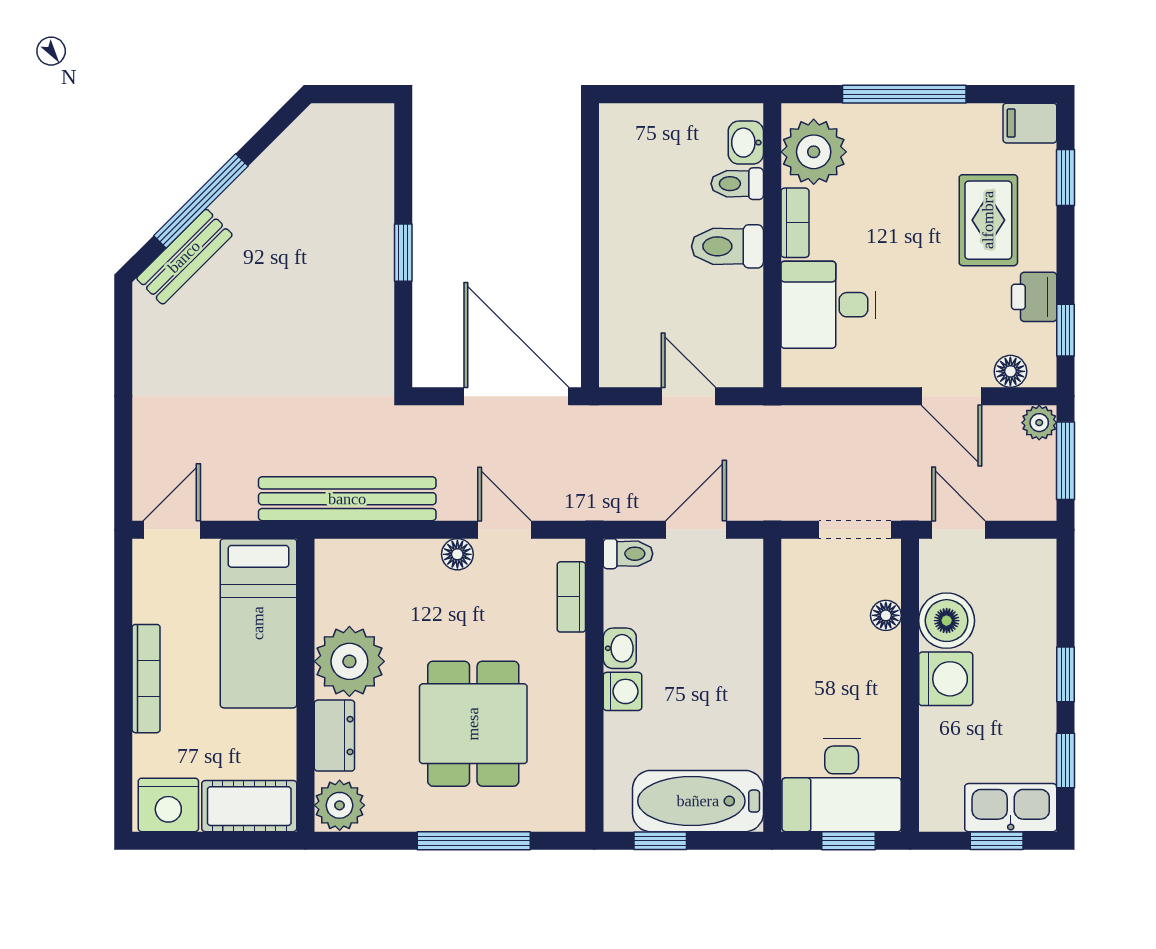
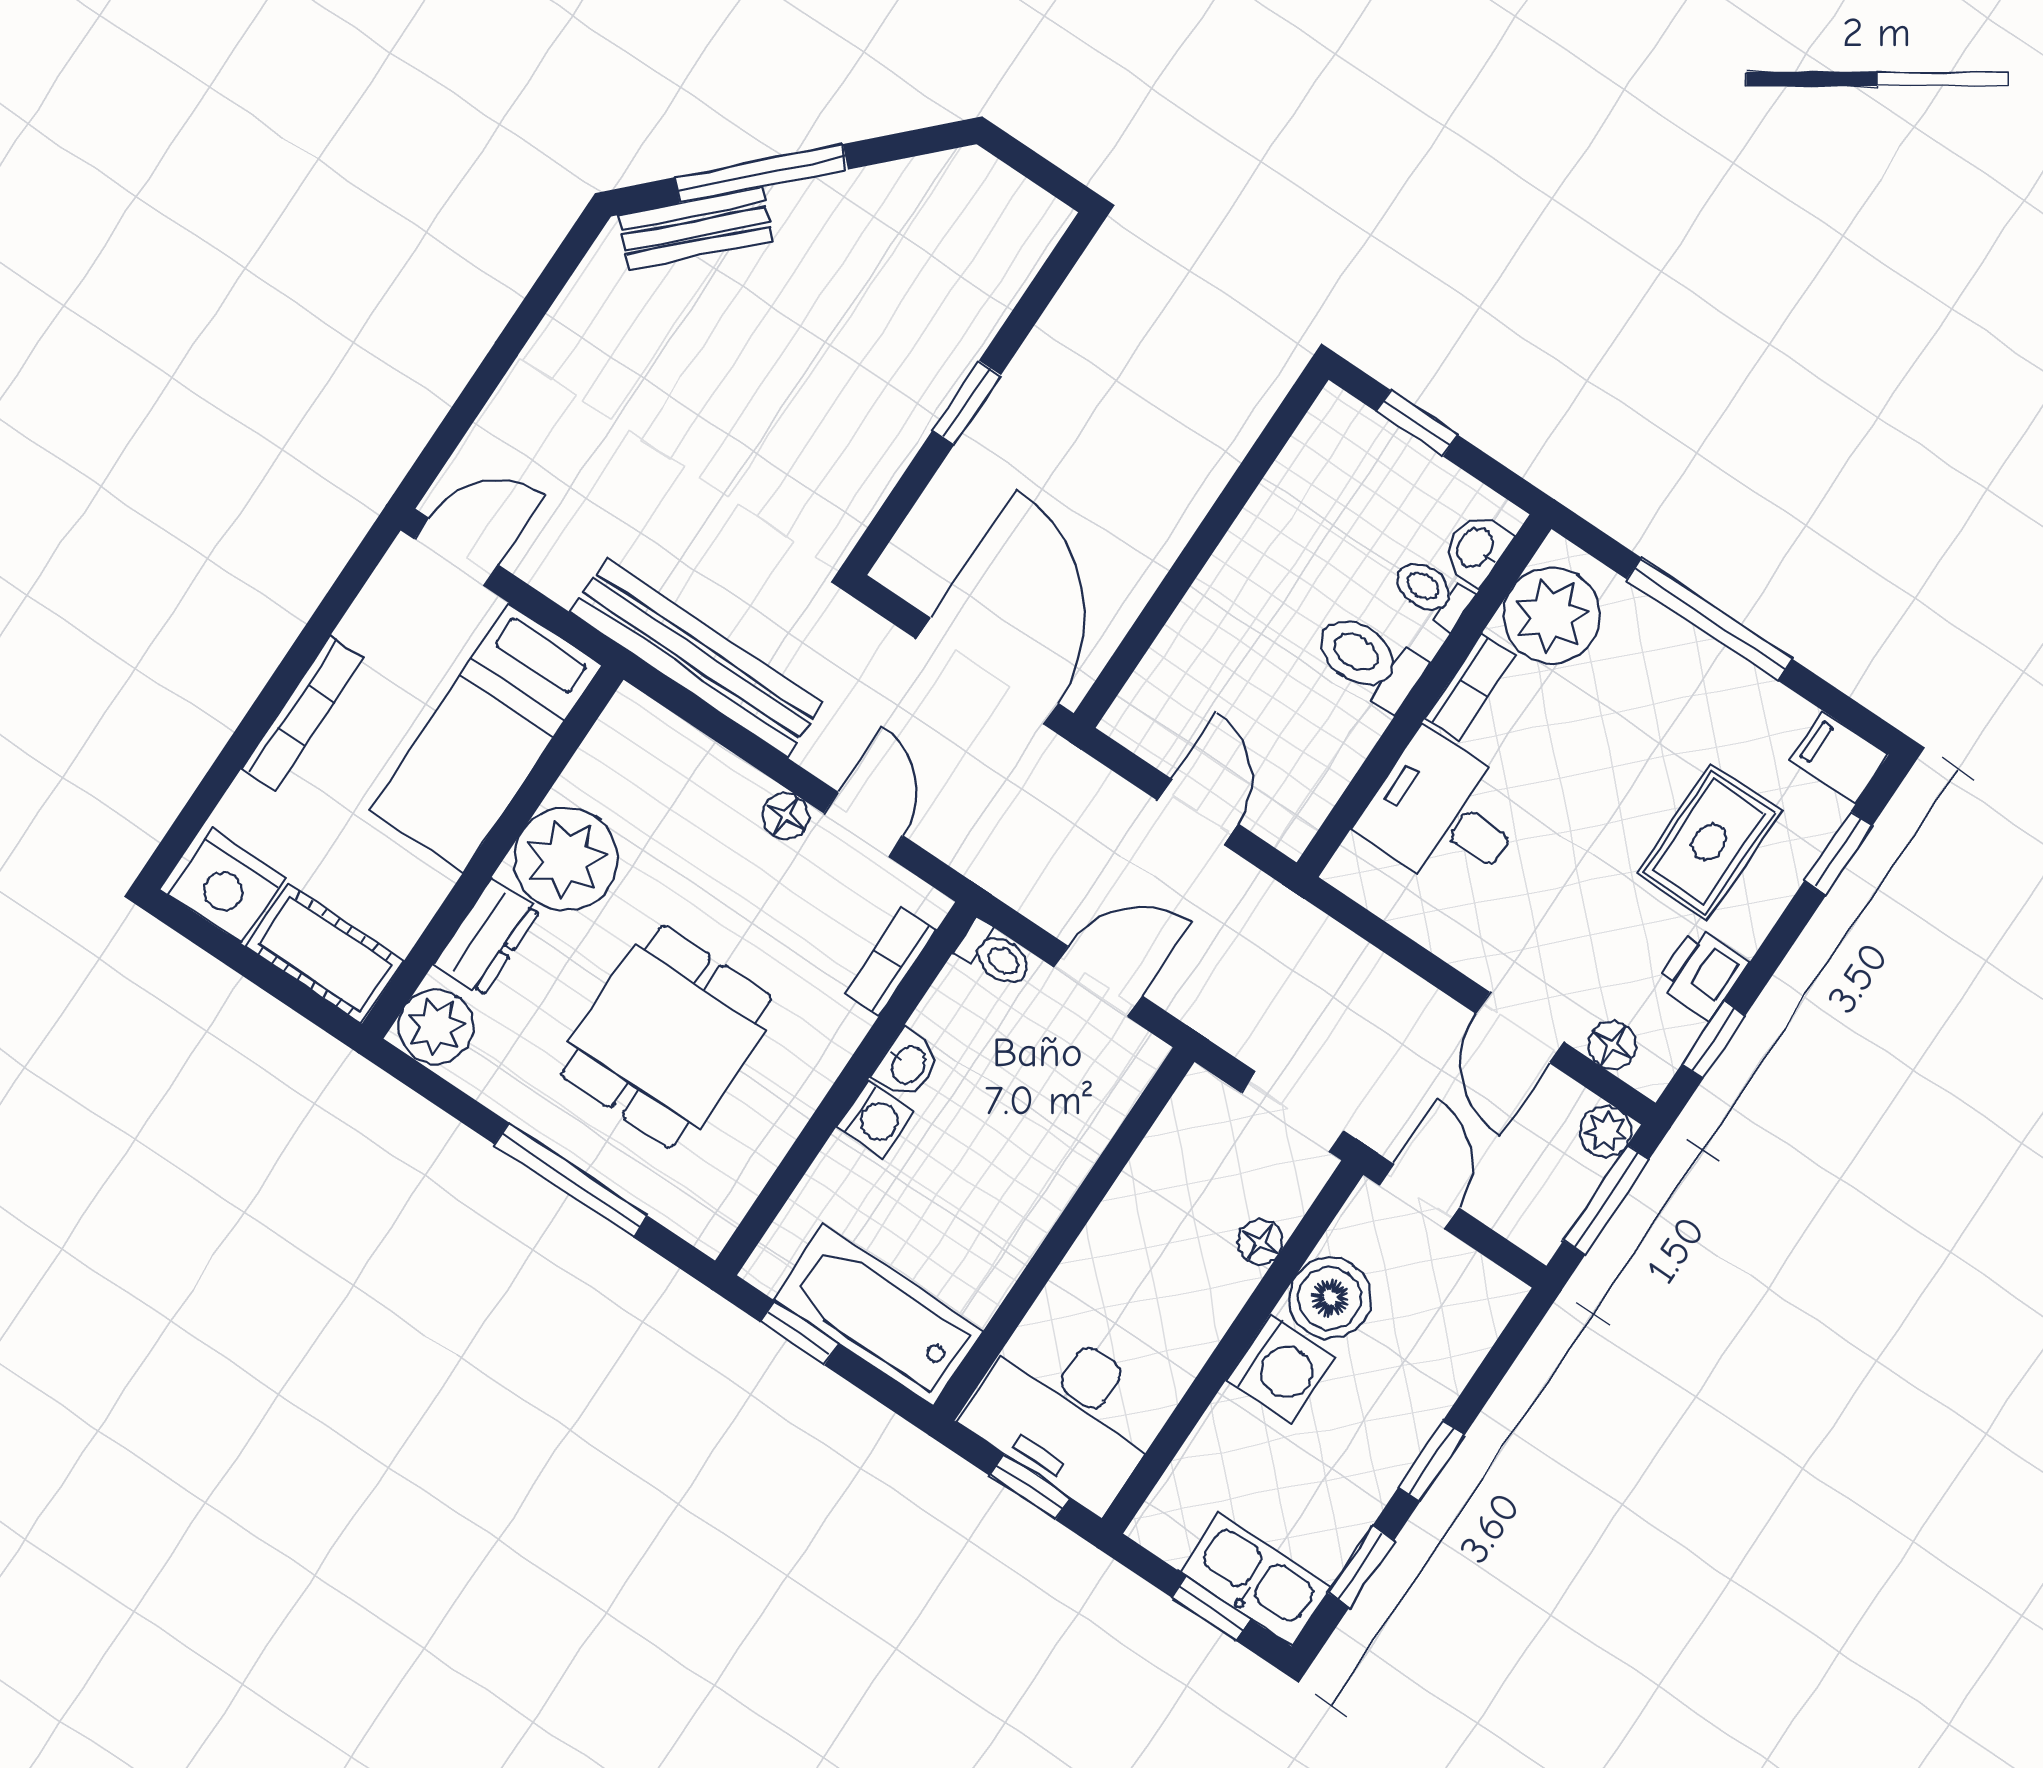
window: (665, 94) -> (1417, 423), added

